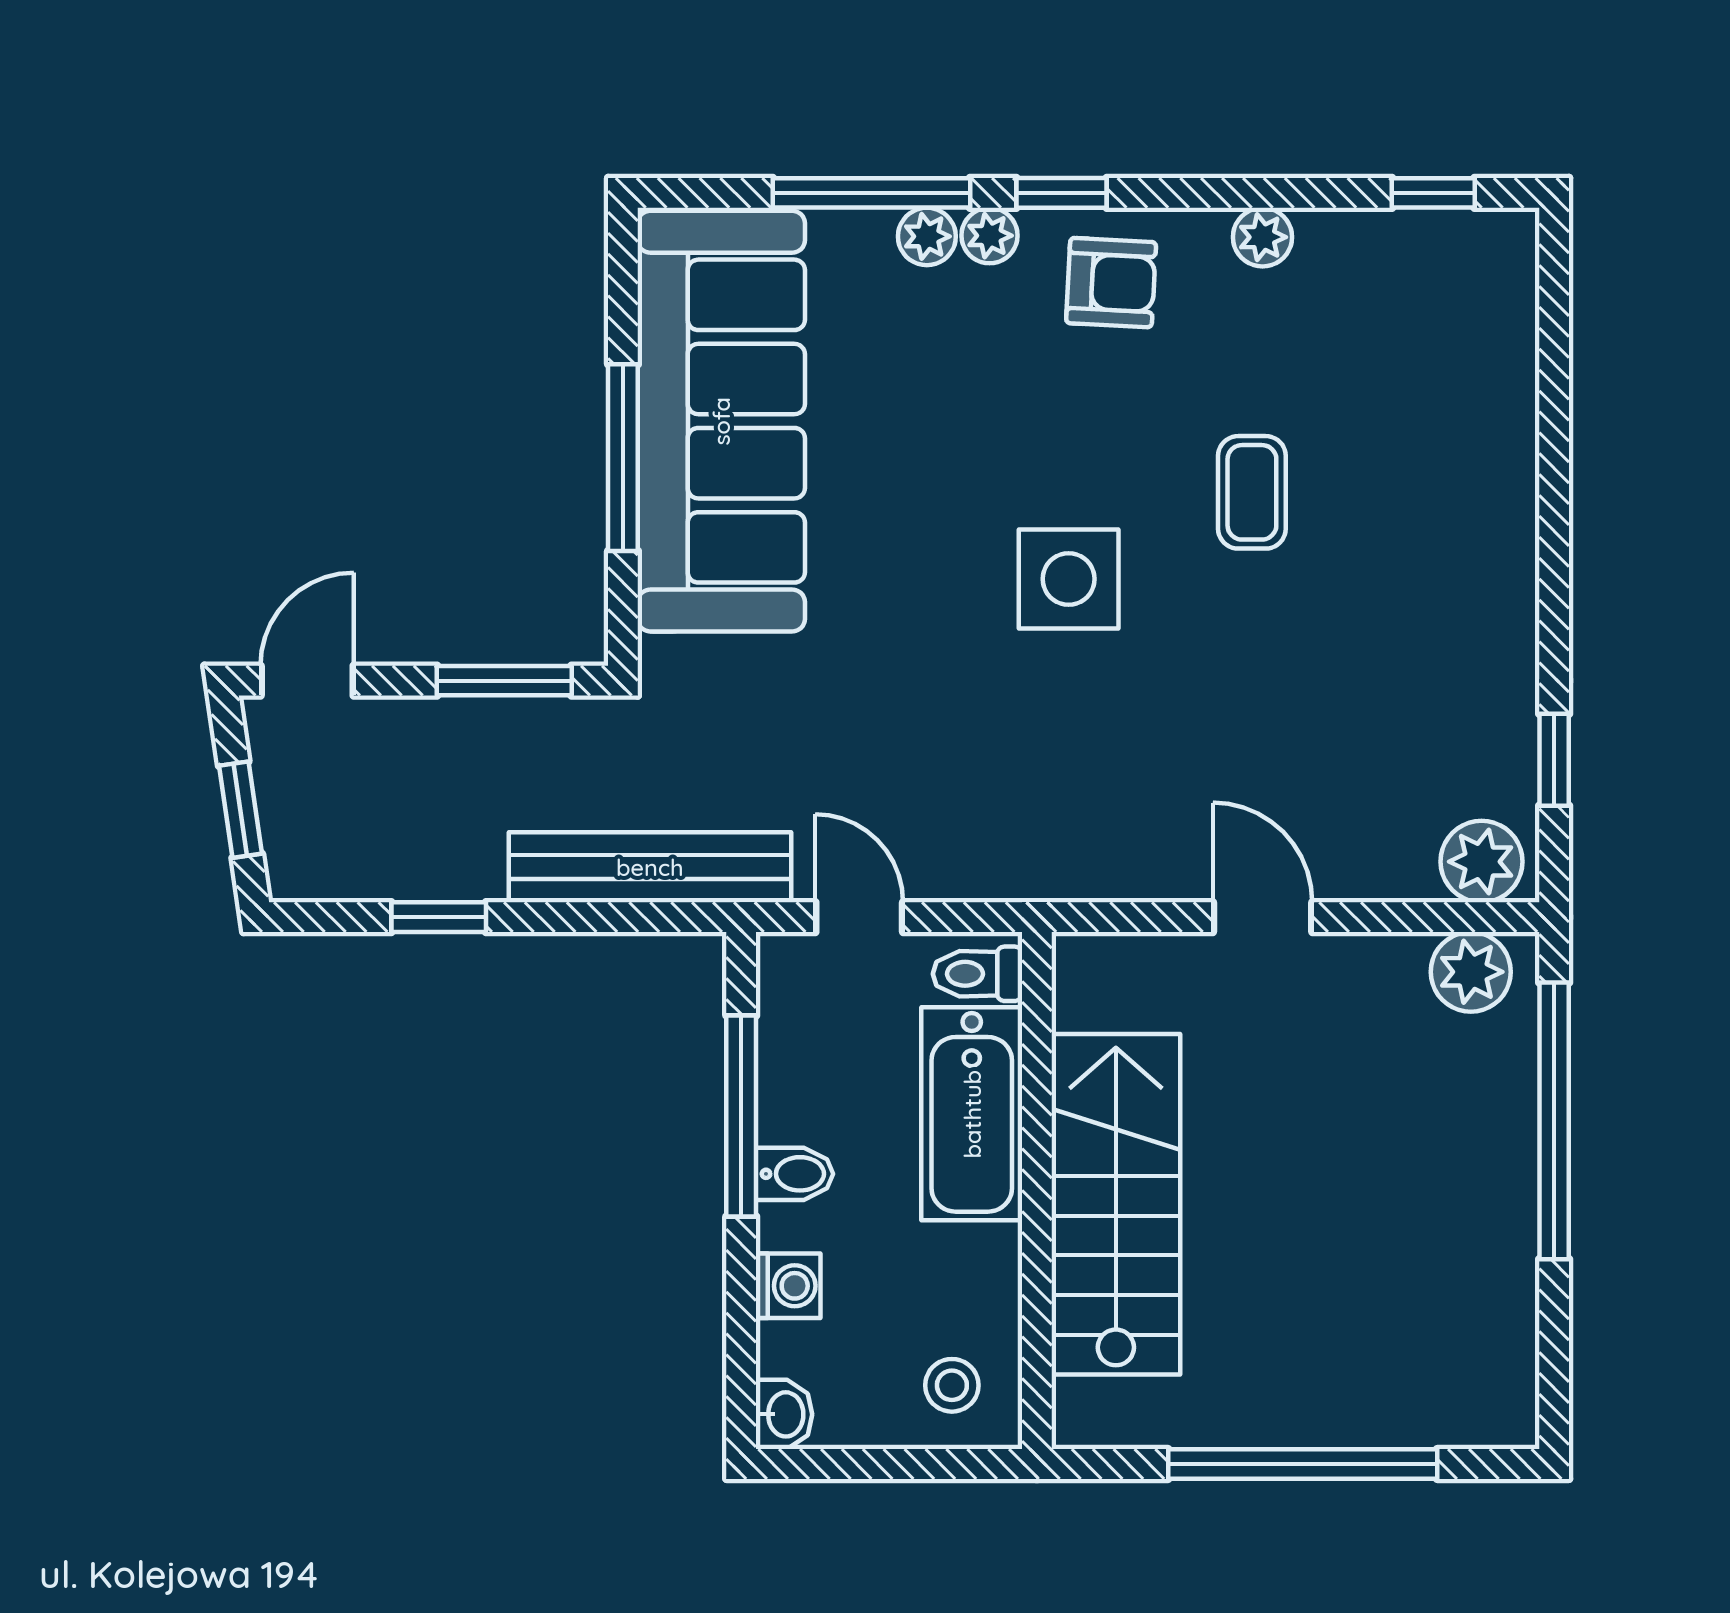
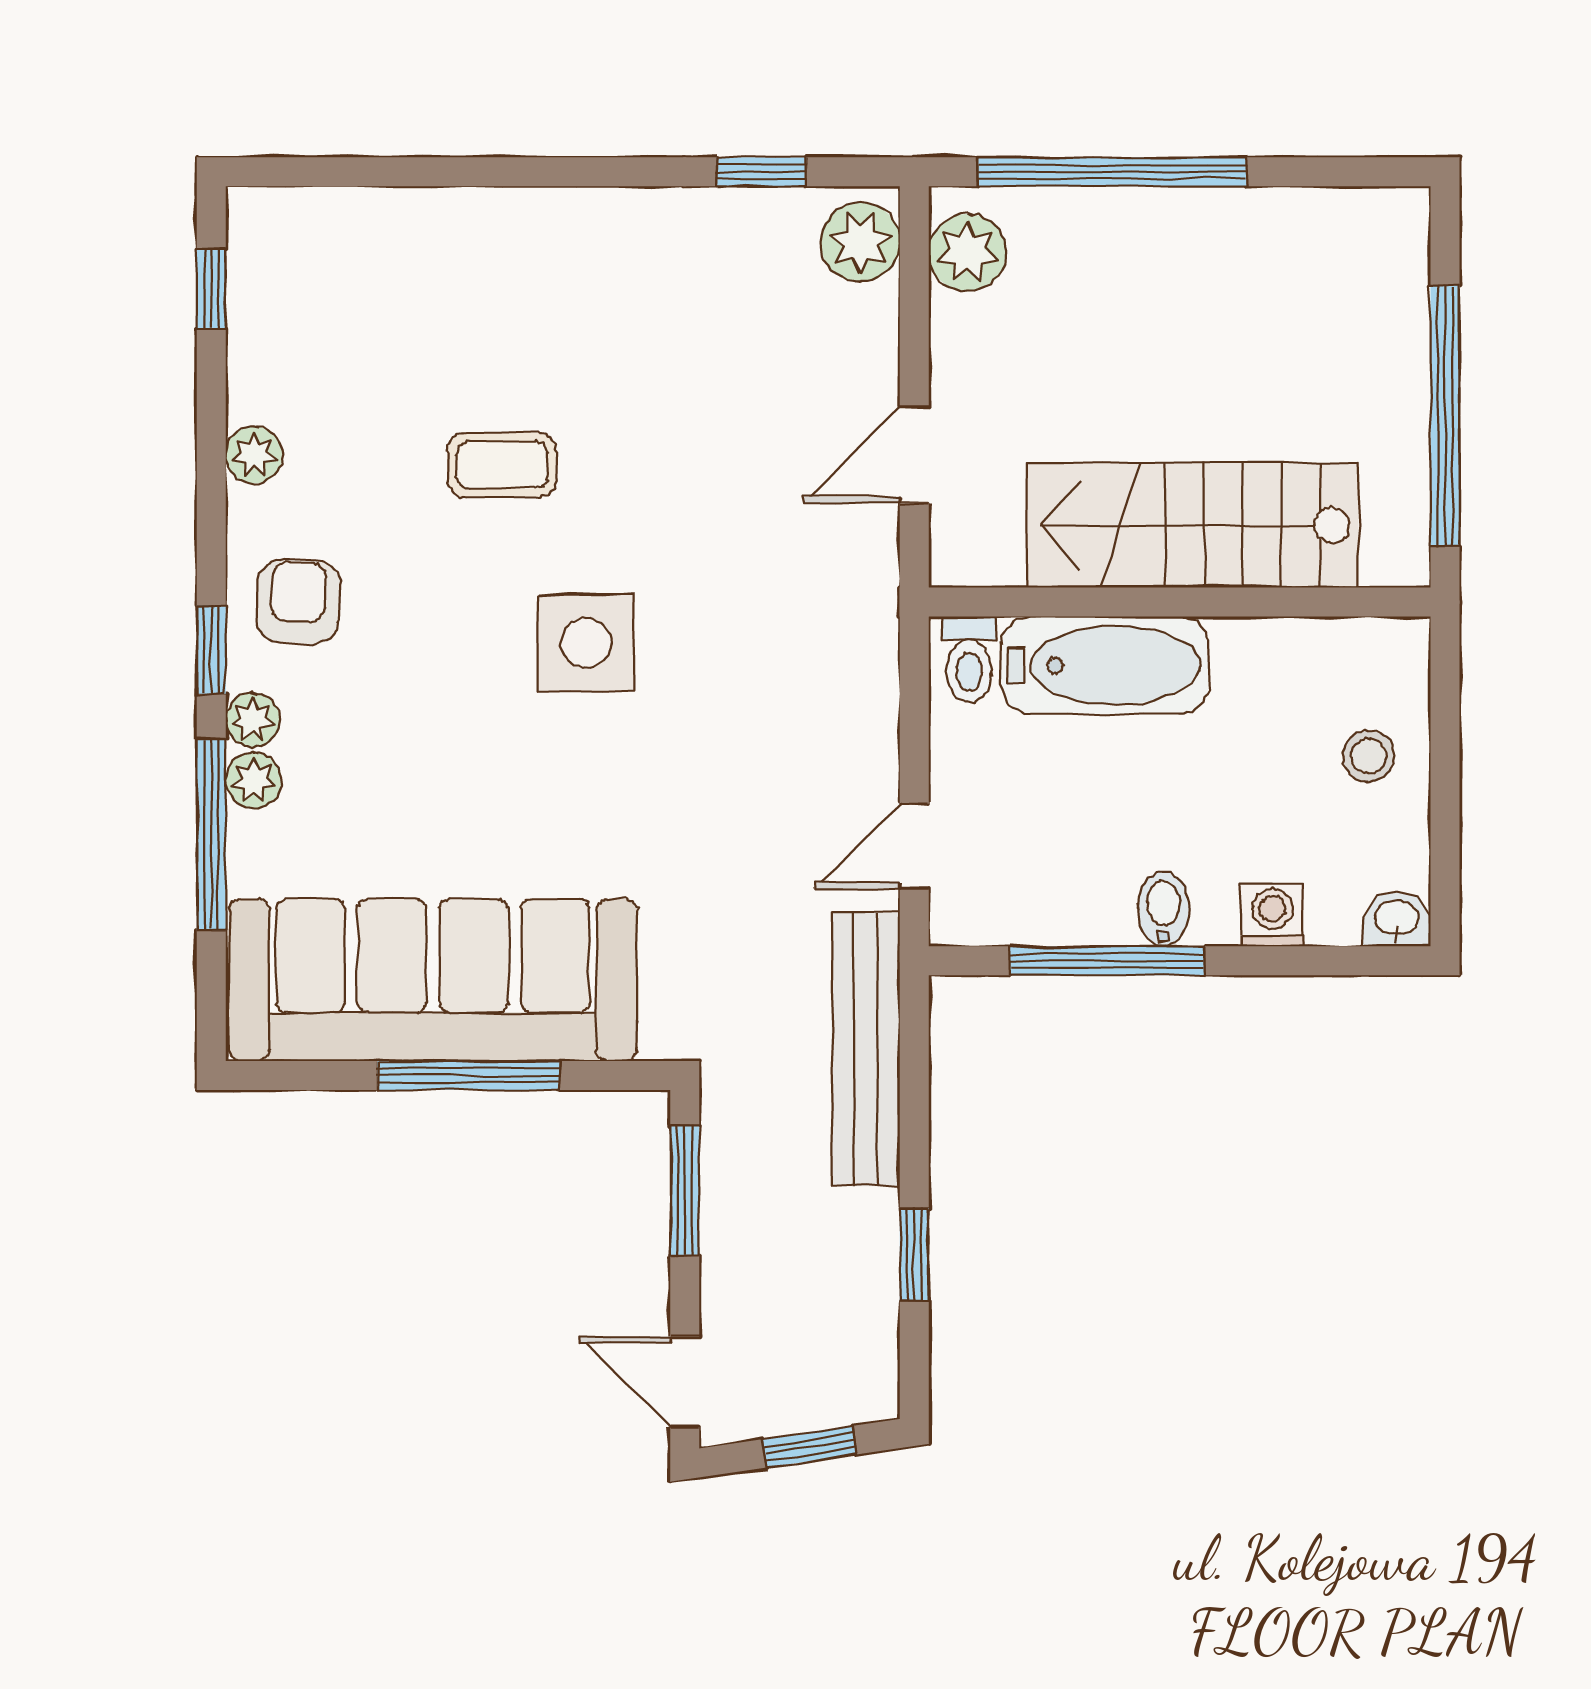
toilet: (977, 974) -> (969, 660), moved
bathtub: (972, 1114) -> (1105, 665), moved
wall: (1037, 1191) -> (1180, 602), moved
stairs: (1116, 1204) -> (1193, 525), moved

